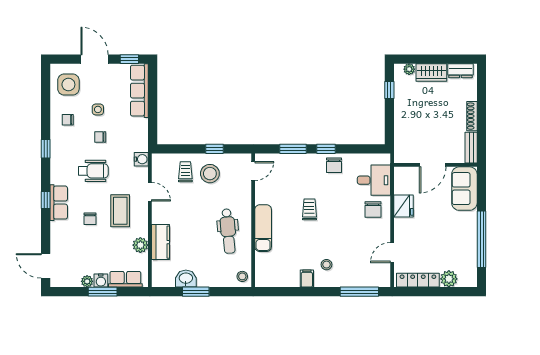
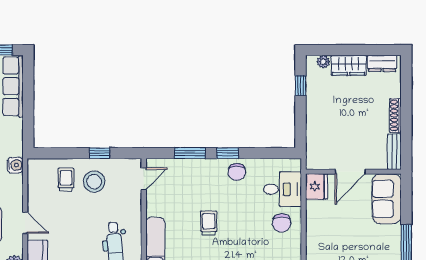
door: (150, 192) -> (25, 223), moved
fridge: (403, 206) -> (317, 186), moved

